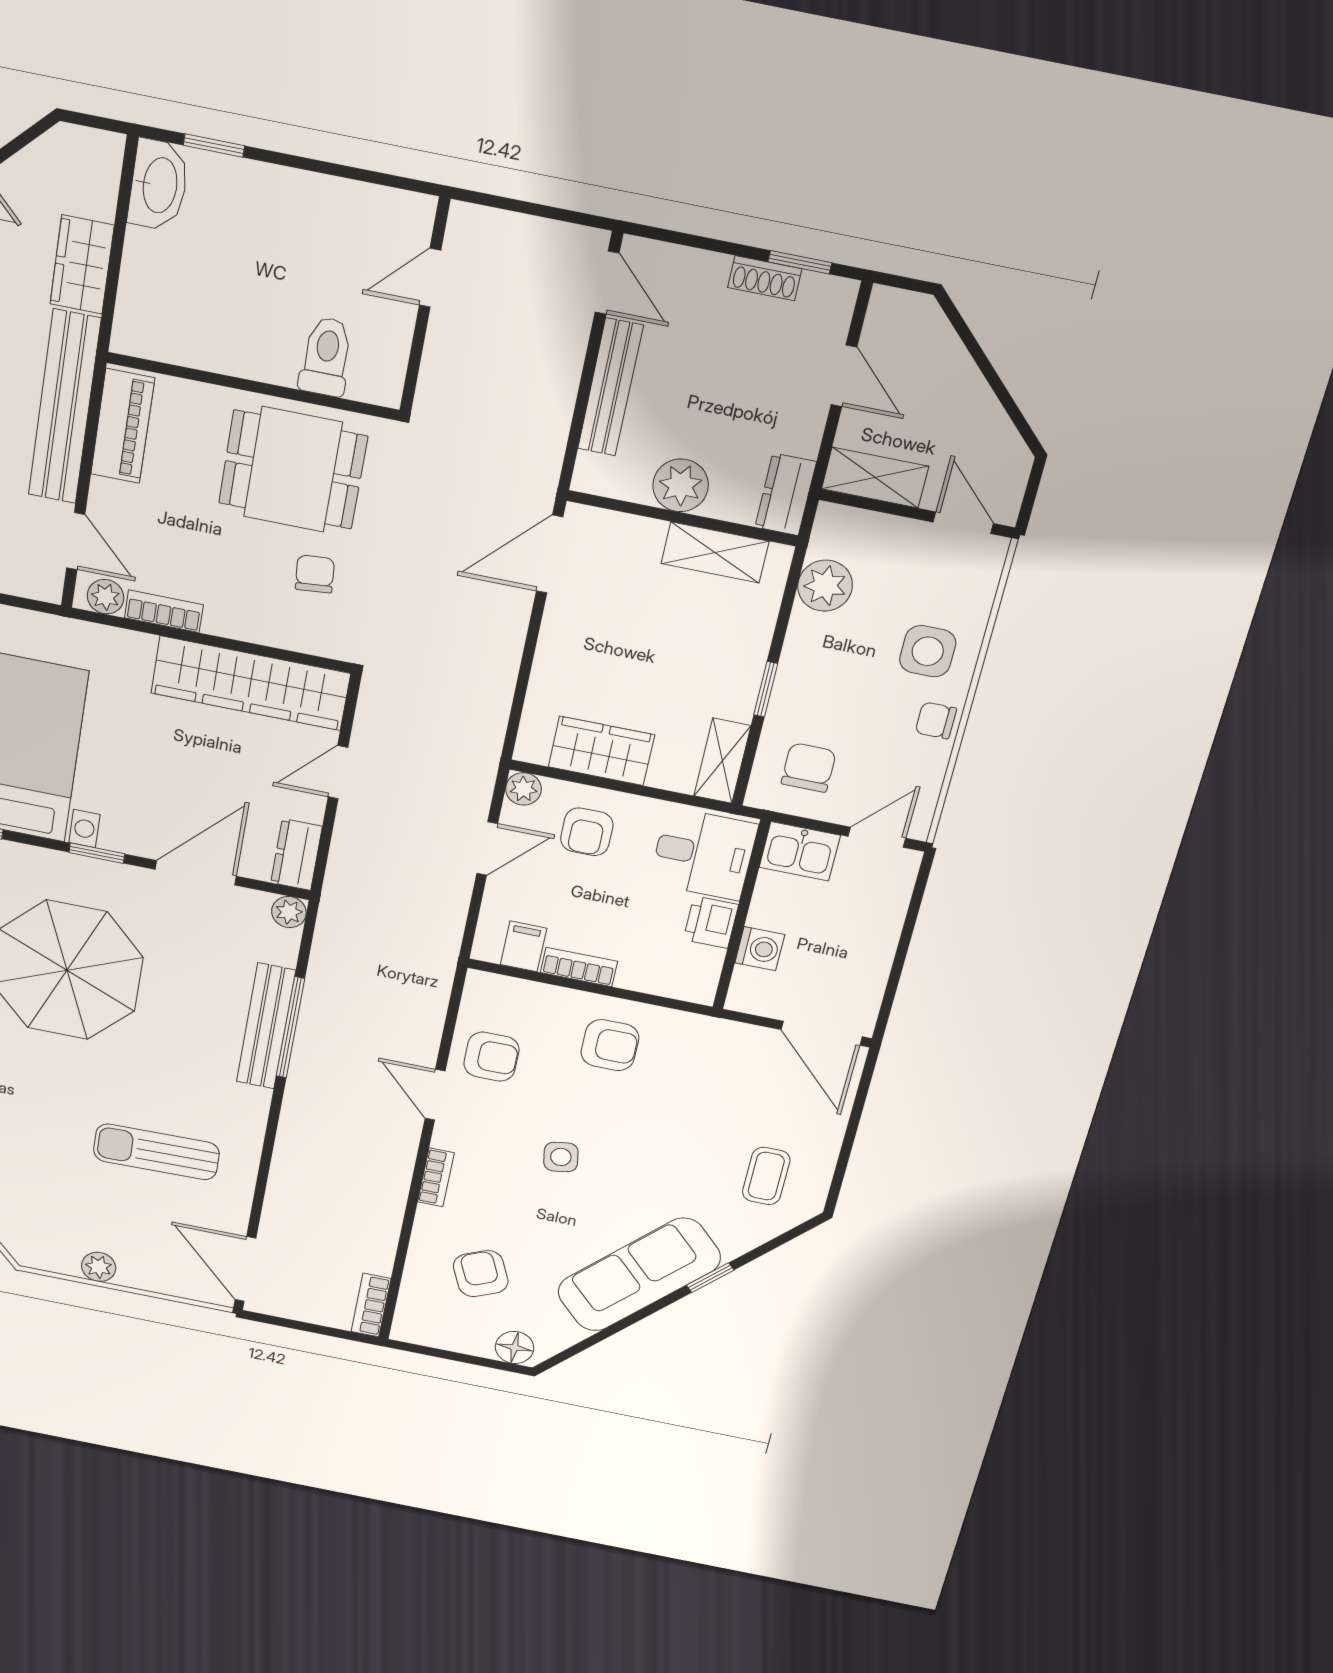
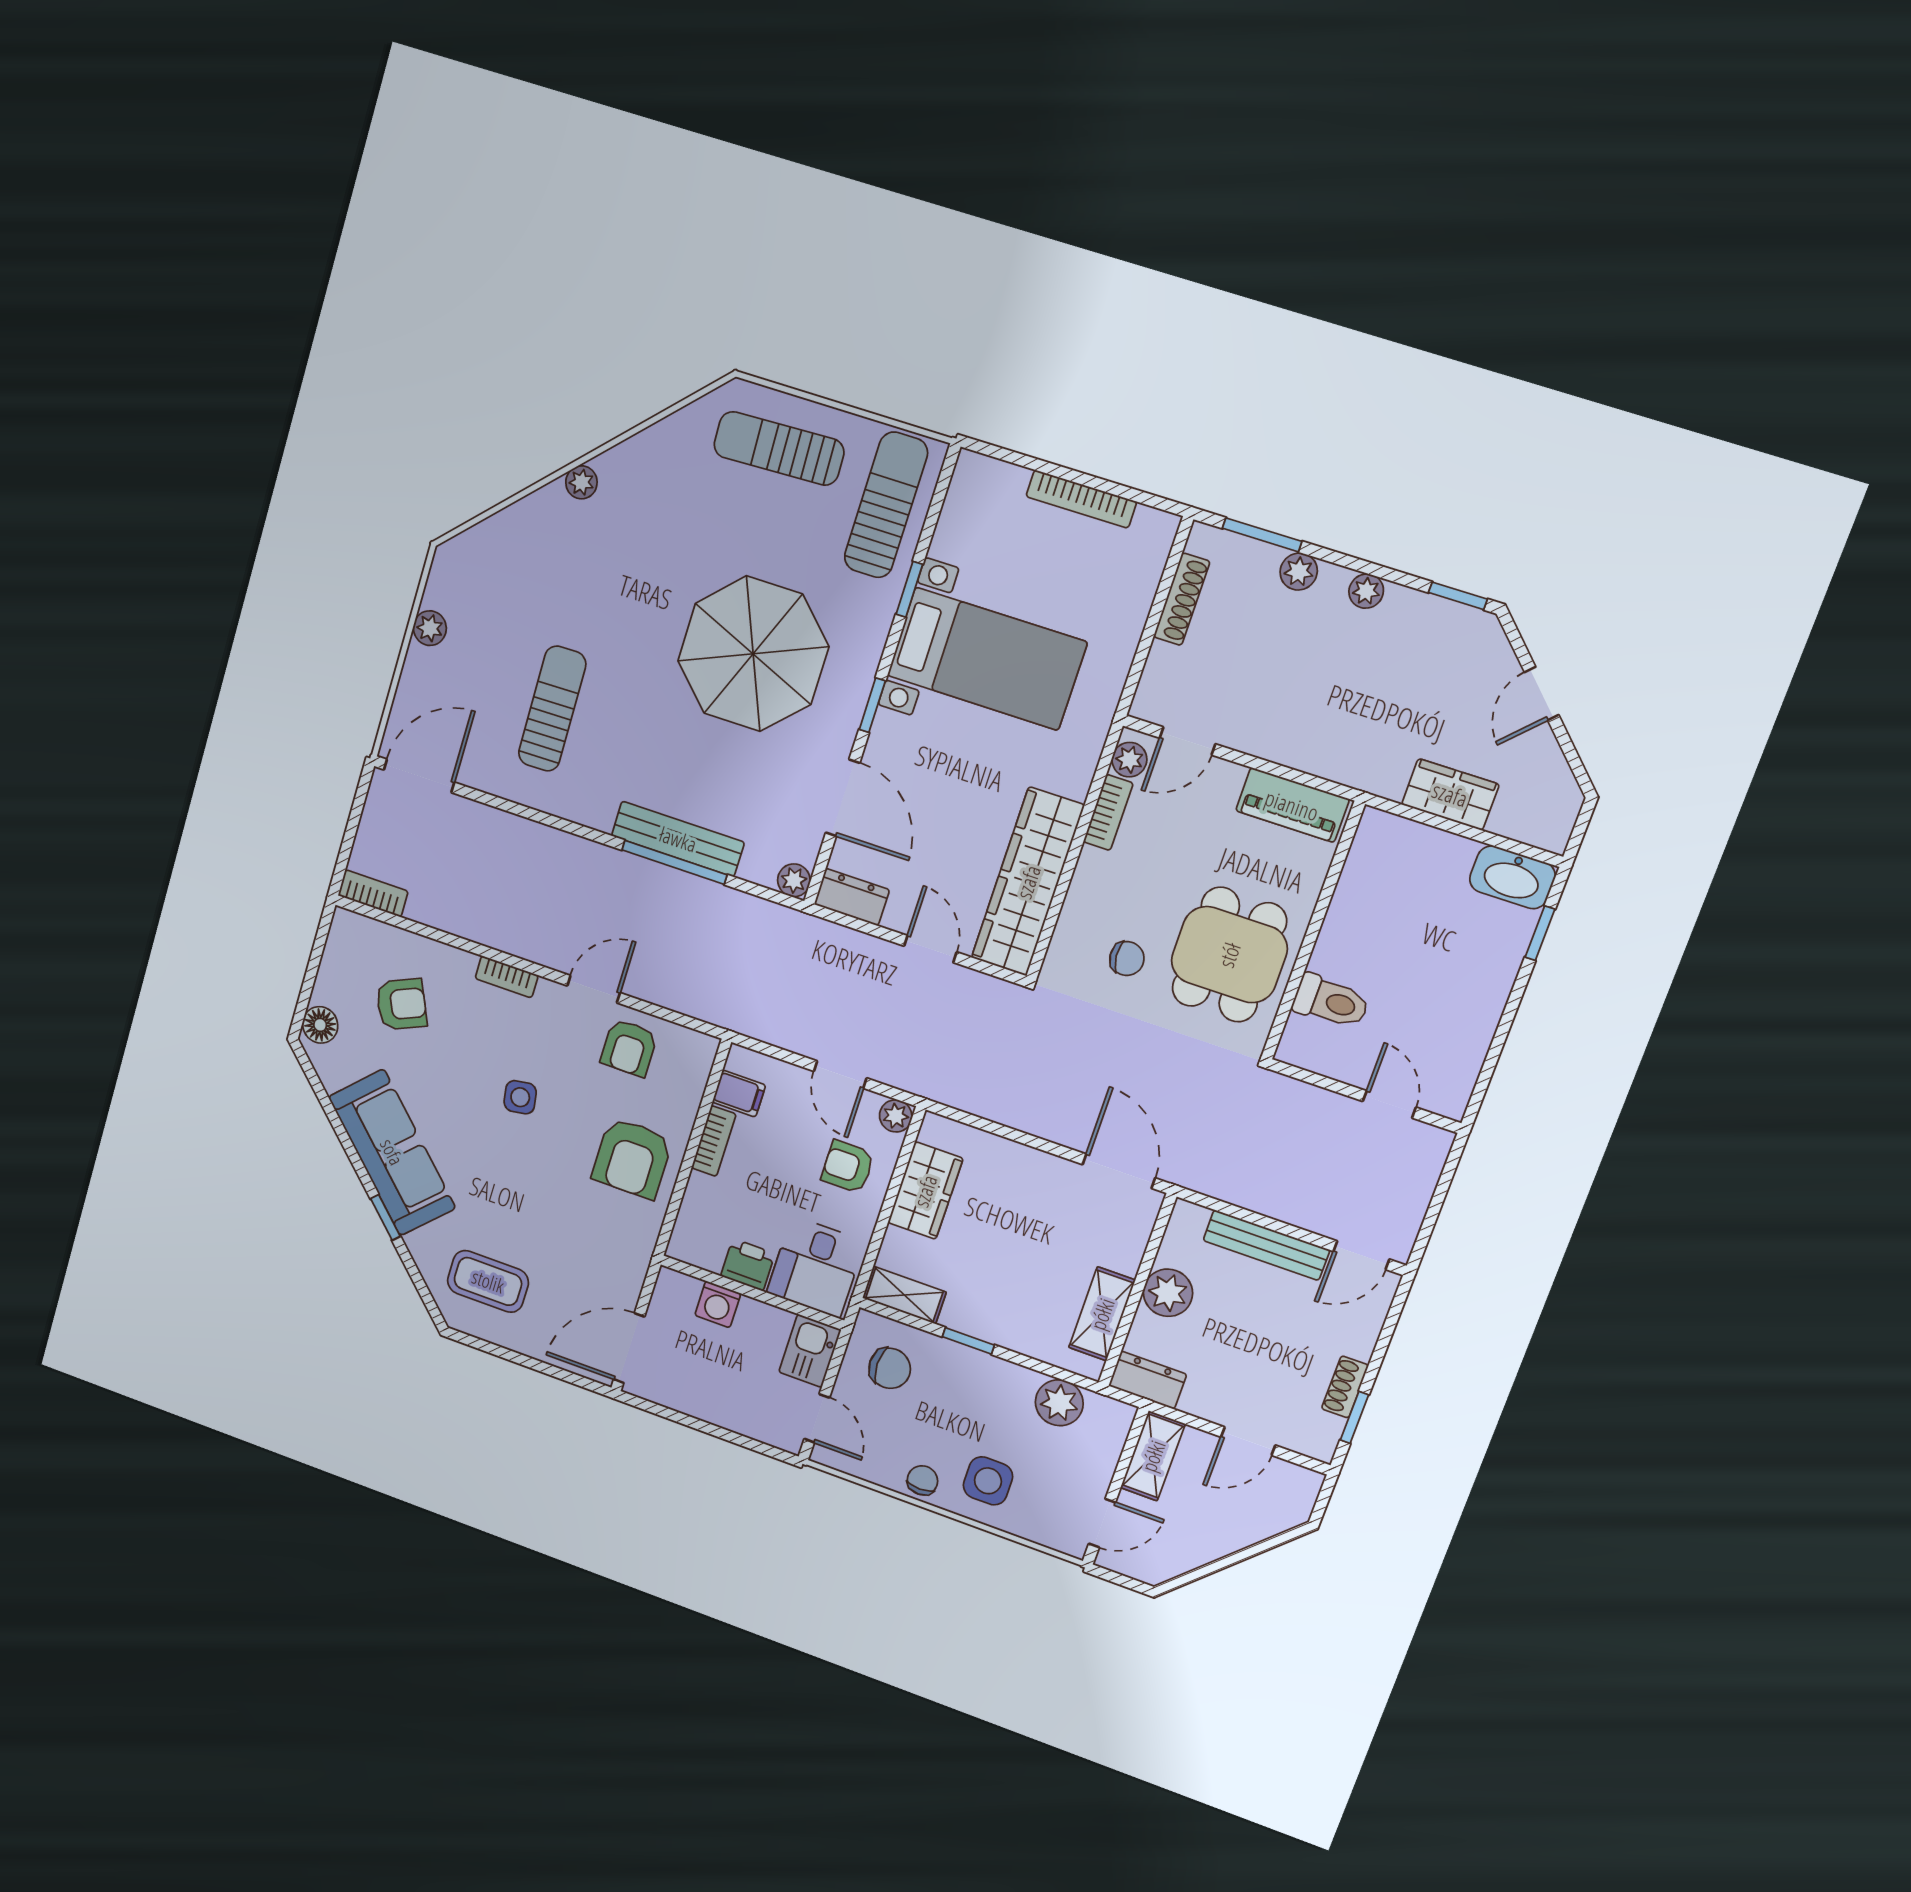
bench: (64, 407) -> (1318, 754), removed
armchair: (610, 1045) -> (632, 1158), width x1.38, depth x1.38
coffee table: (766, 1176) -> (488, 1281), width x1.36, depth x1.30

